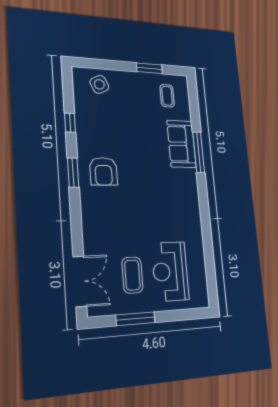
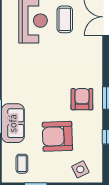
armchair: (130, 126) -> (57, 136), added

